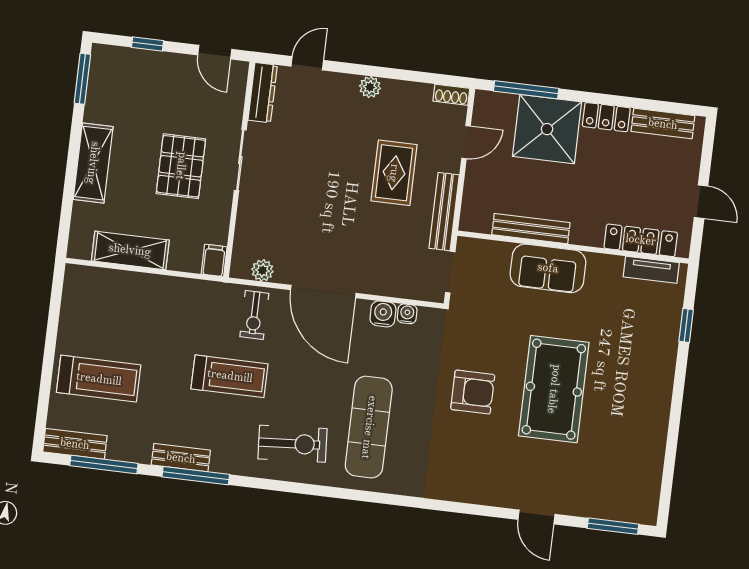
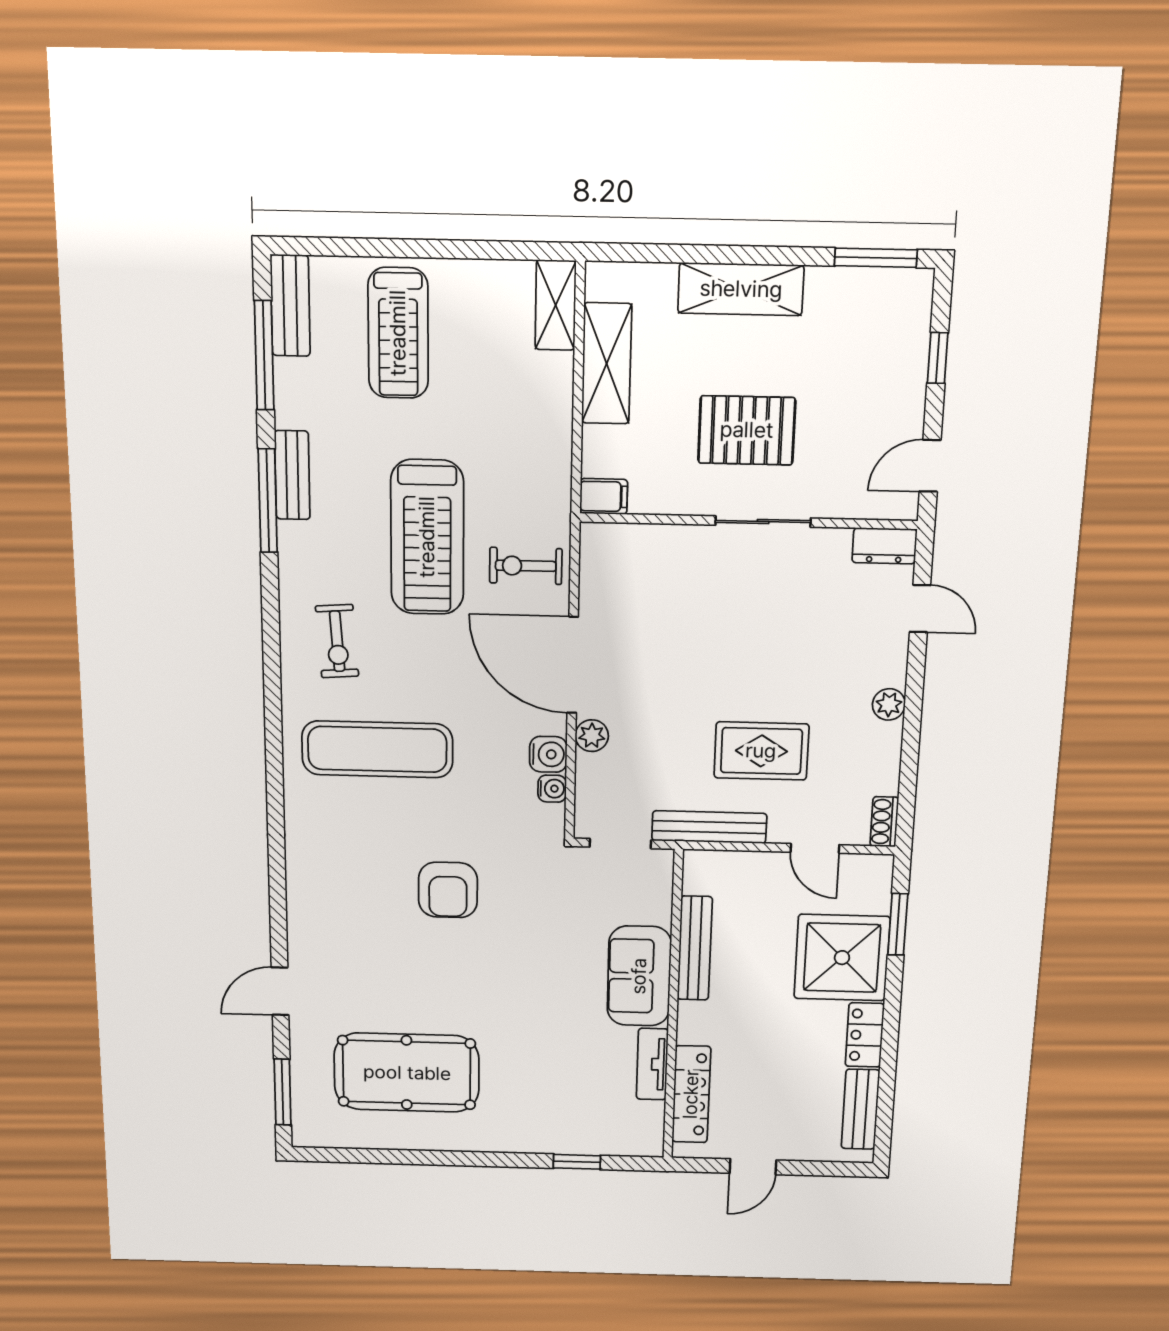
window: (526, 90) -> (898, 924), width x0.69
dresser: (263, 93) -> (885, 546), width x0.70
plant: (262, 270) -> (592, 736), moved
tv unit: (651, 270) -> (652, 1064), moved
shelving: (91, 279) -> (556, 305), added
door: (323, 292) -> (573, 665), hinge flipped
treadmill: (230, 376) -> (427, 537), width x1.37, depth x1.38
pool table: (554, 389) -> (407, 1073), moved
exercise bike: (292, 444) -> (337, 641), width x0.73, depth x0.72

